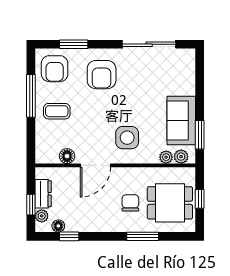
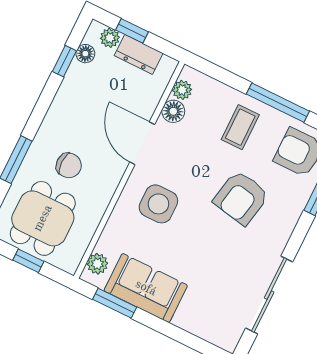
armchair: (102, 75) -> (241, 198), moved, turned -79
plant: (166, 157) -> (182, 90), moved

